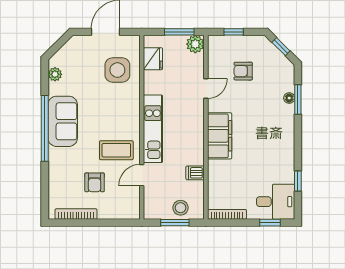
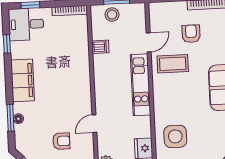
filing cabinet: (220, 136) -> (23, 80), moved, turned 180

